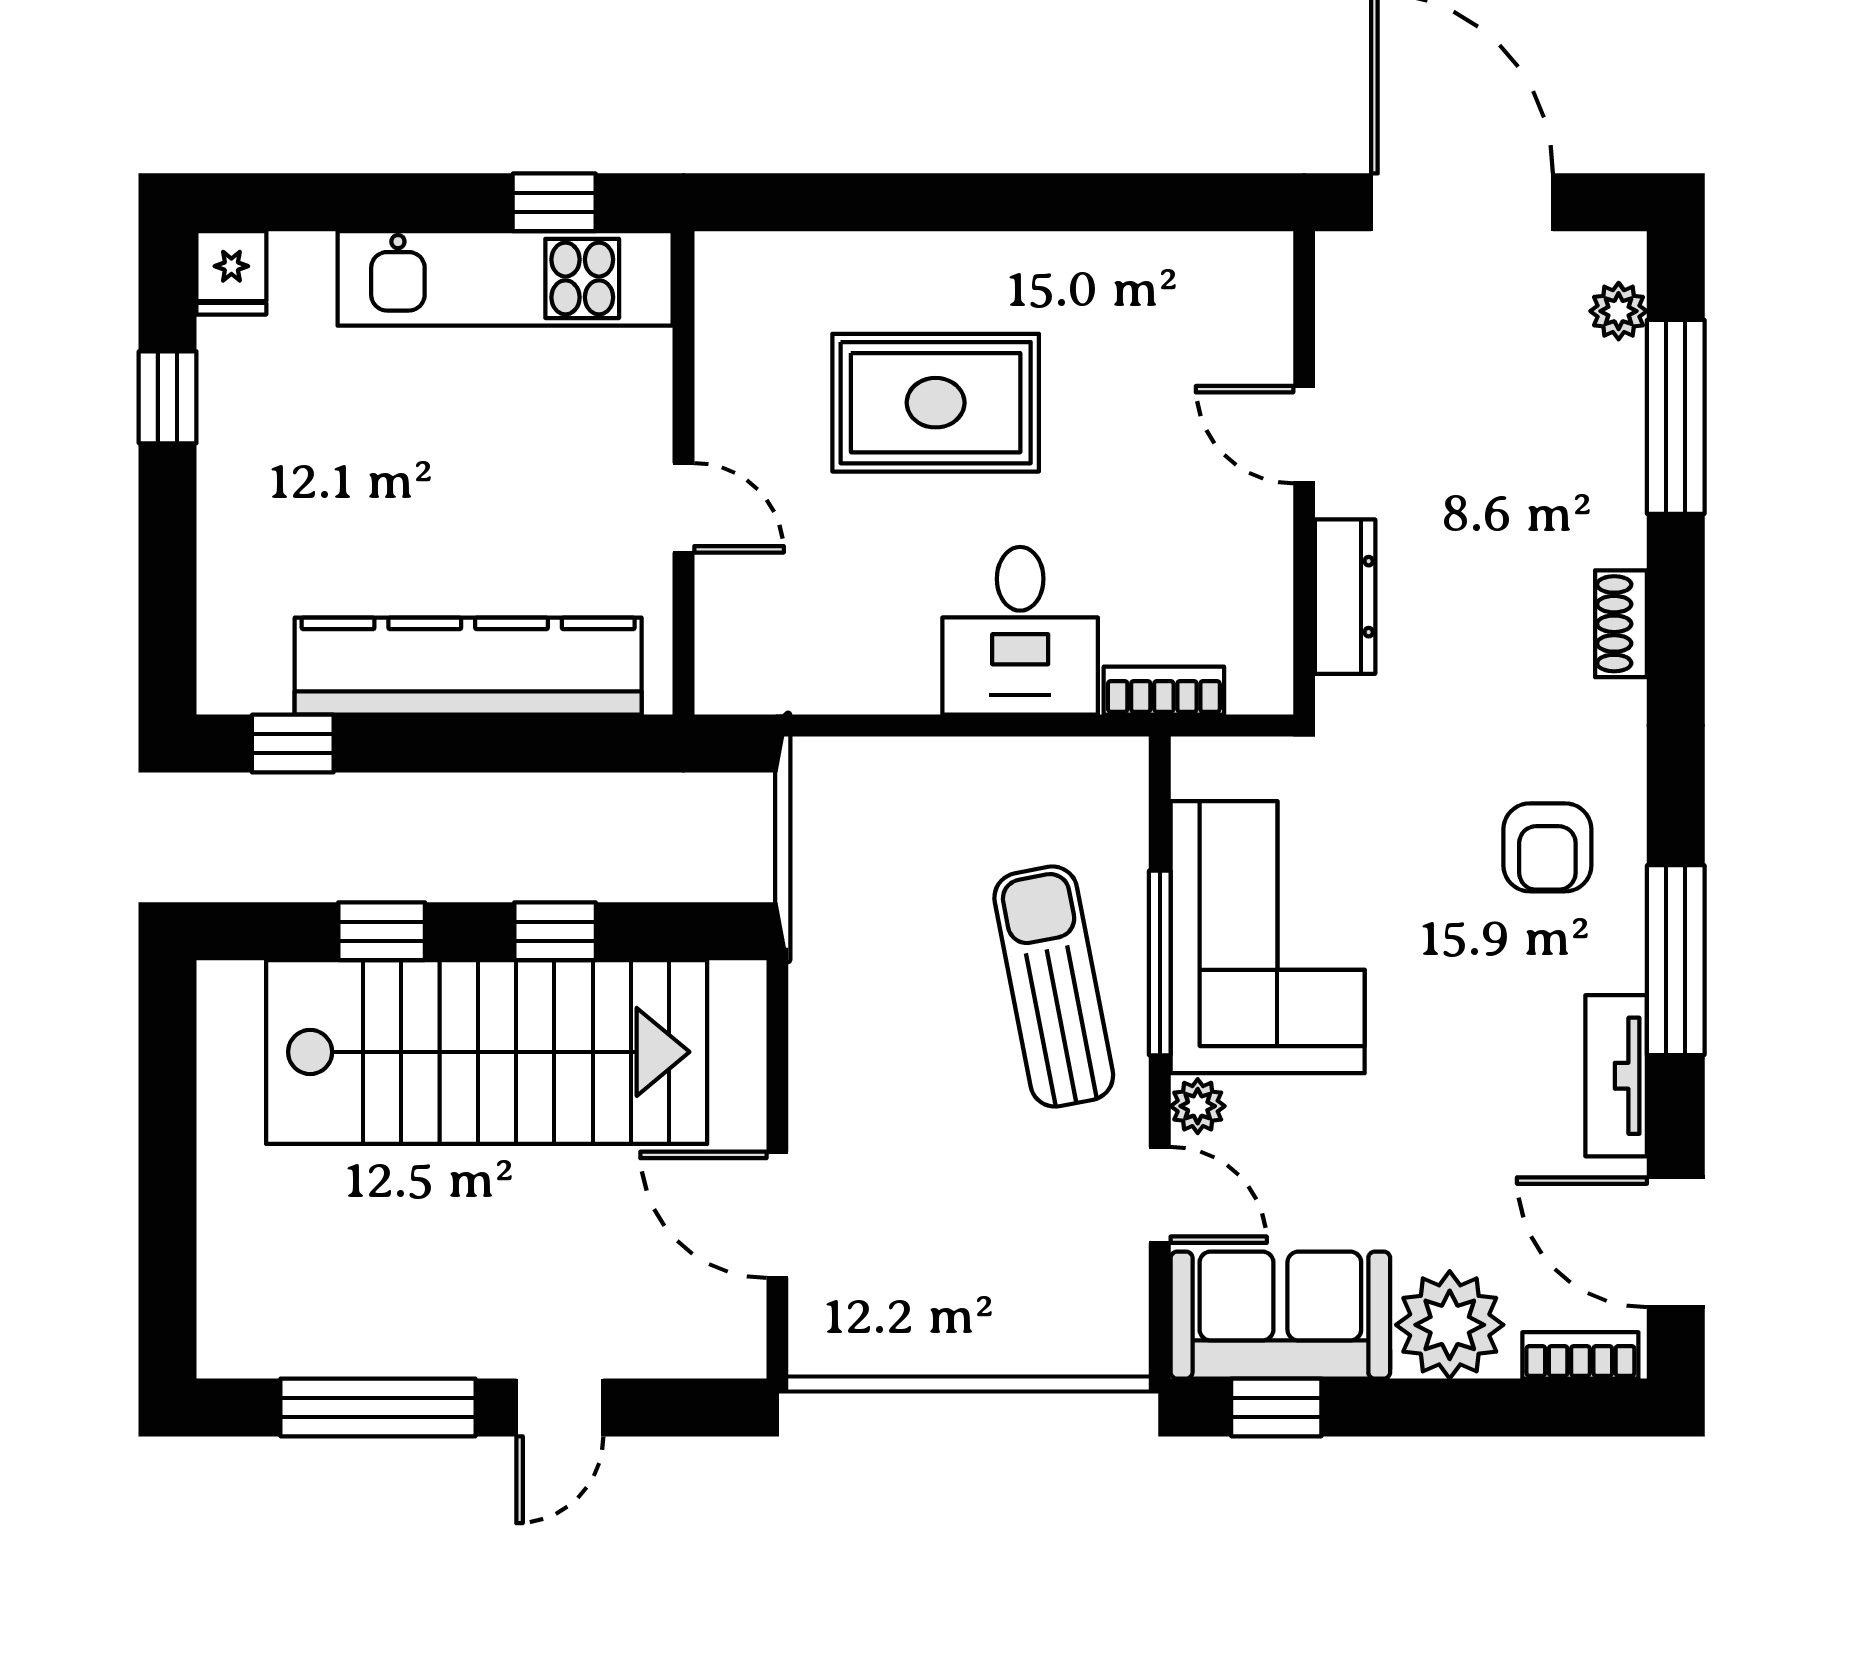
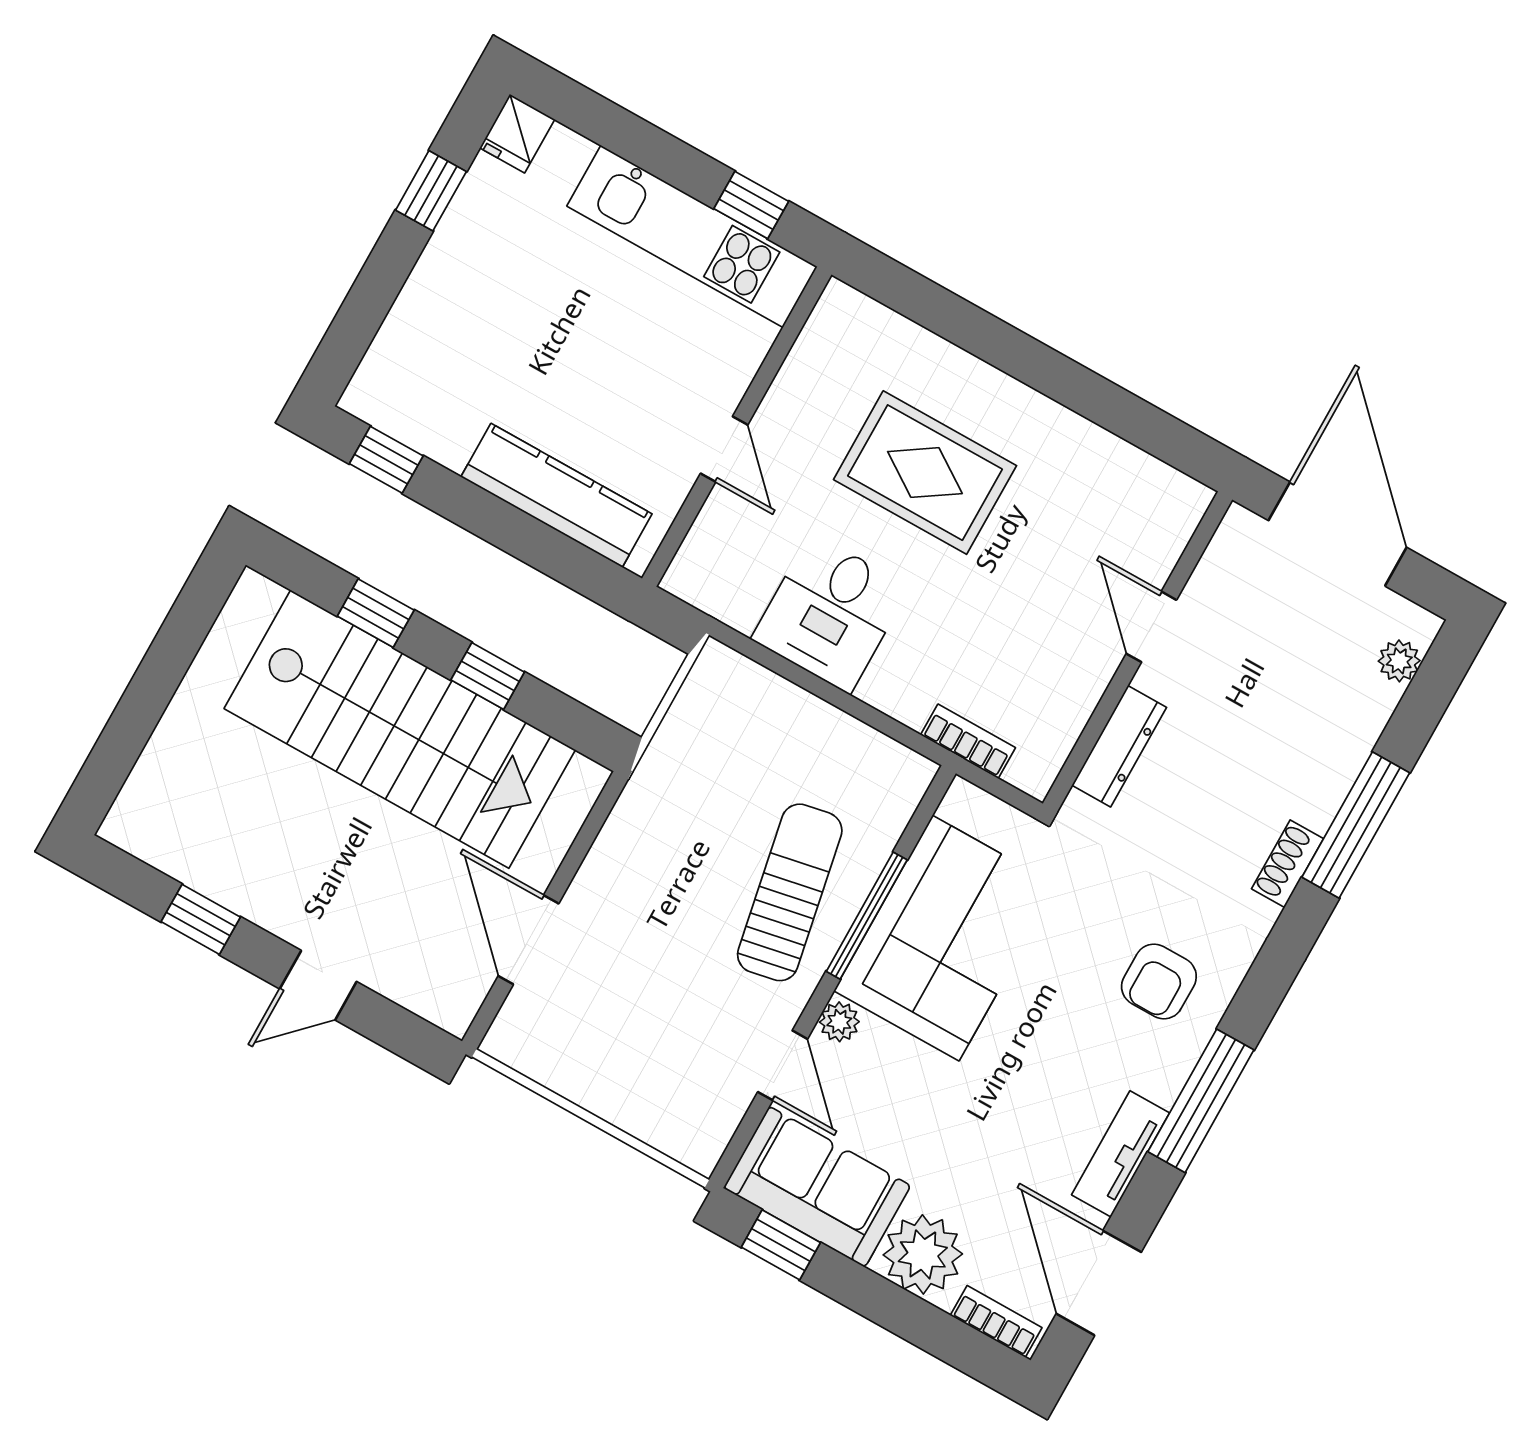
window: (1676, 417) -> (1356, 825), moved
desk: (1020, 631) -> (830, 613), moved
kitchen counter: (468, 666) -> (556, 495), width x0.72, depth x0.86
window: (378, 1407) -> (201, 919), width x0.46

